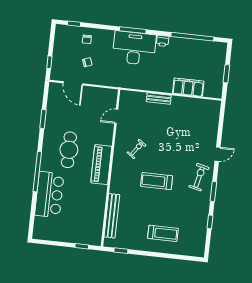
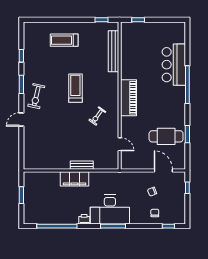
filing cabinet: (188, 87) -> (75, 179), moved
door: (116, 116) -> (120, 144), hinge flipped
cafe table: (69, 150) -> (166, 136), moved, turned 90
treadmill: (157, 181) -> (75, 88), turned -90

